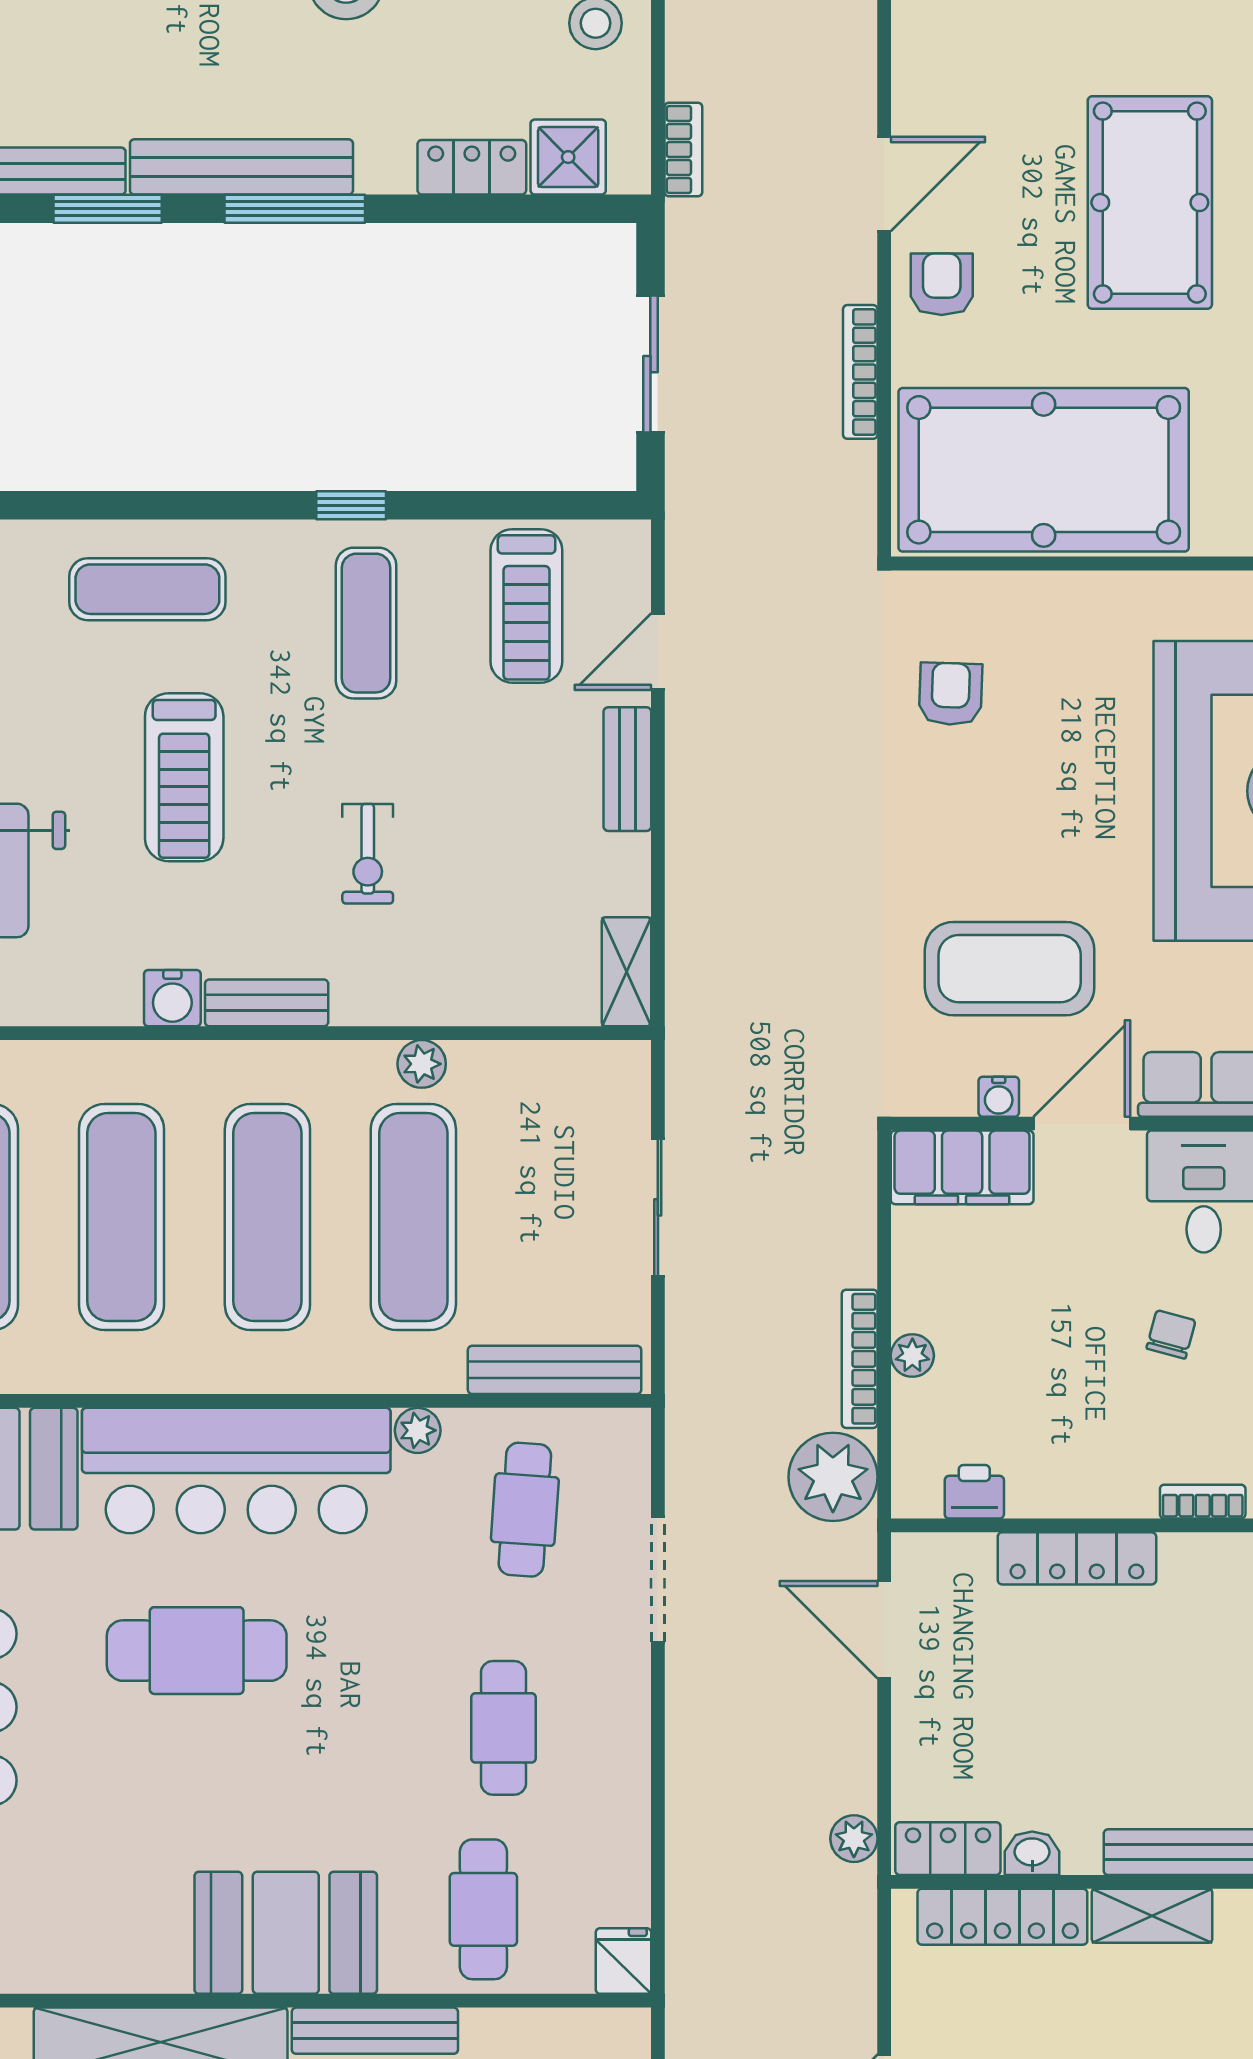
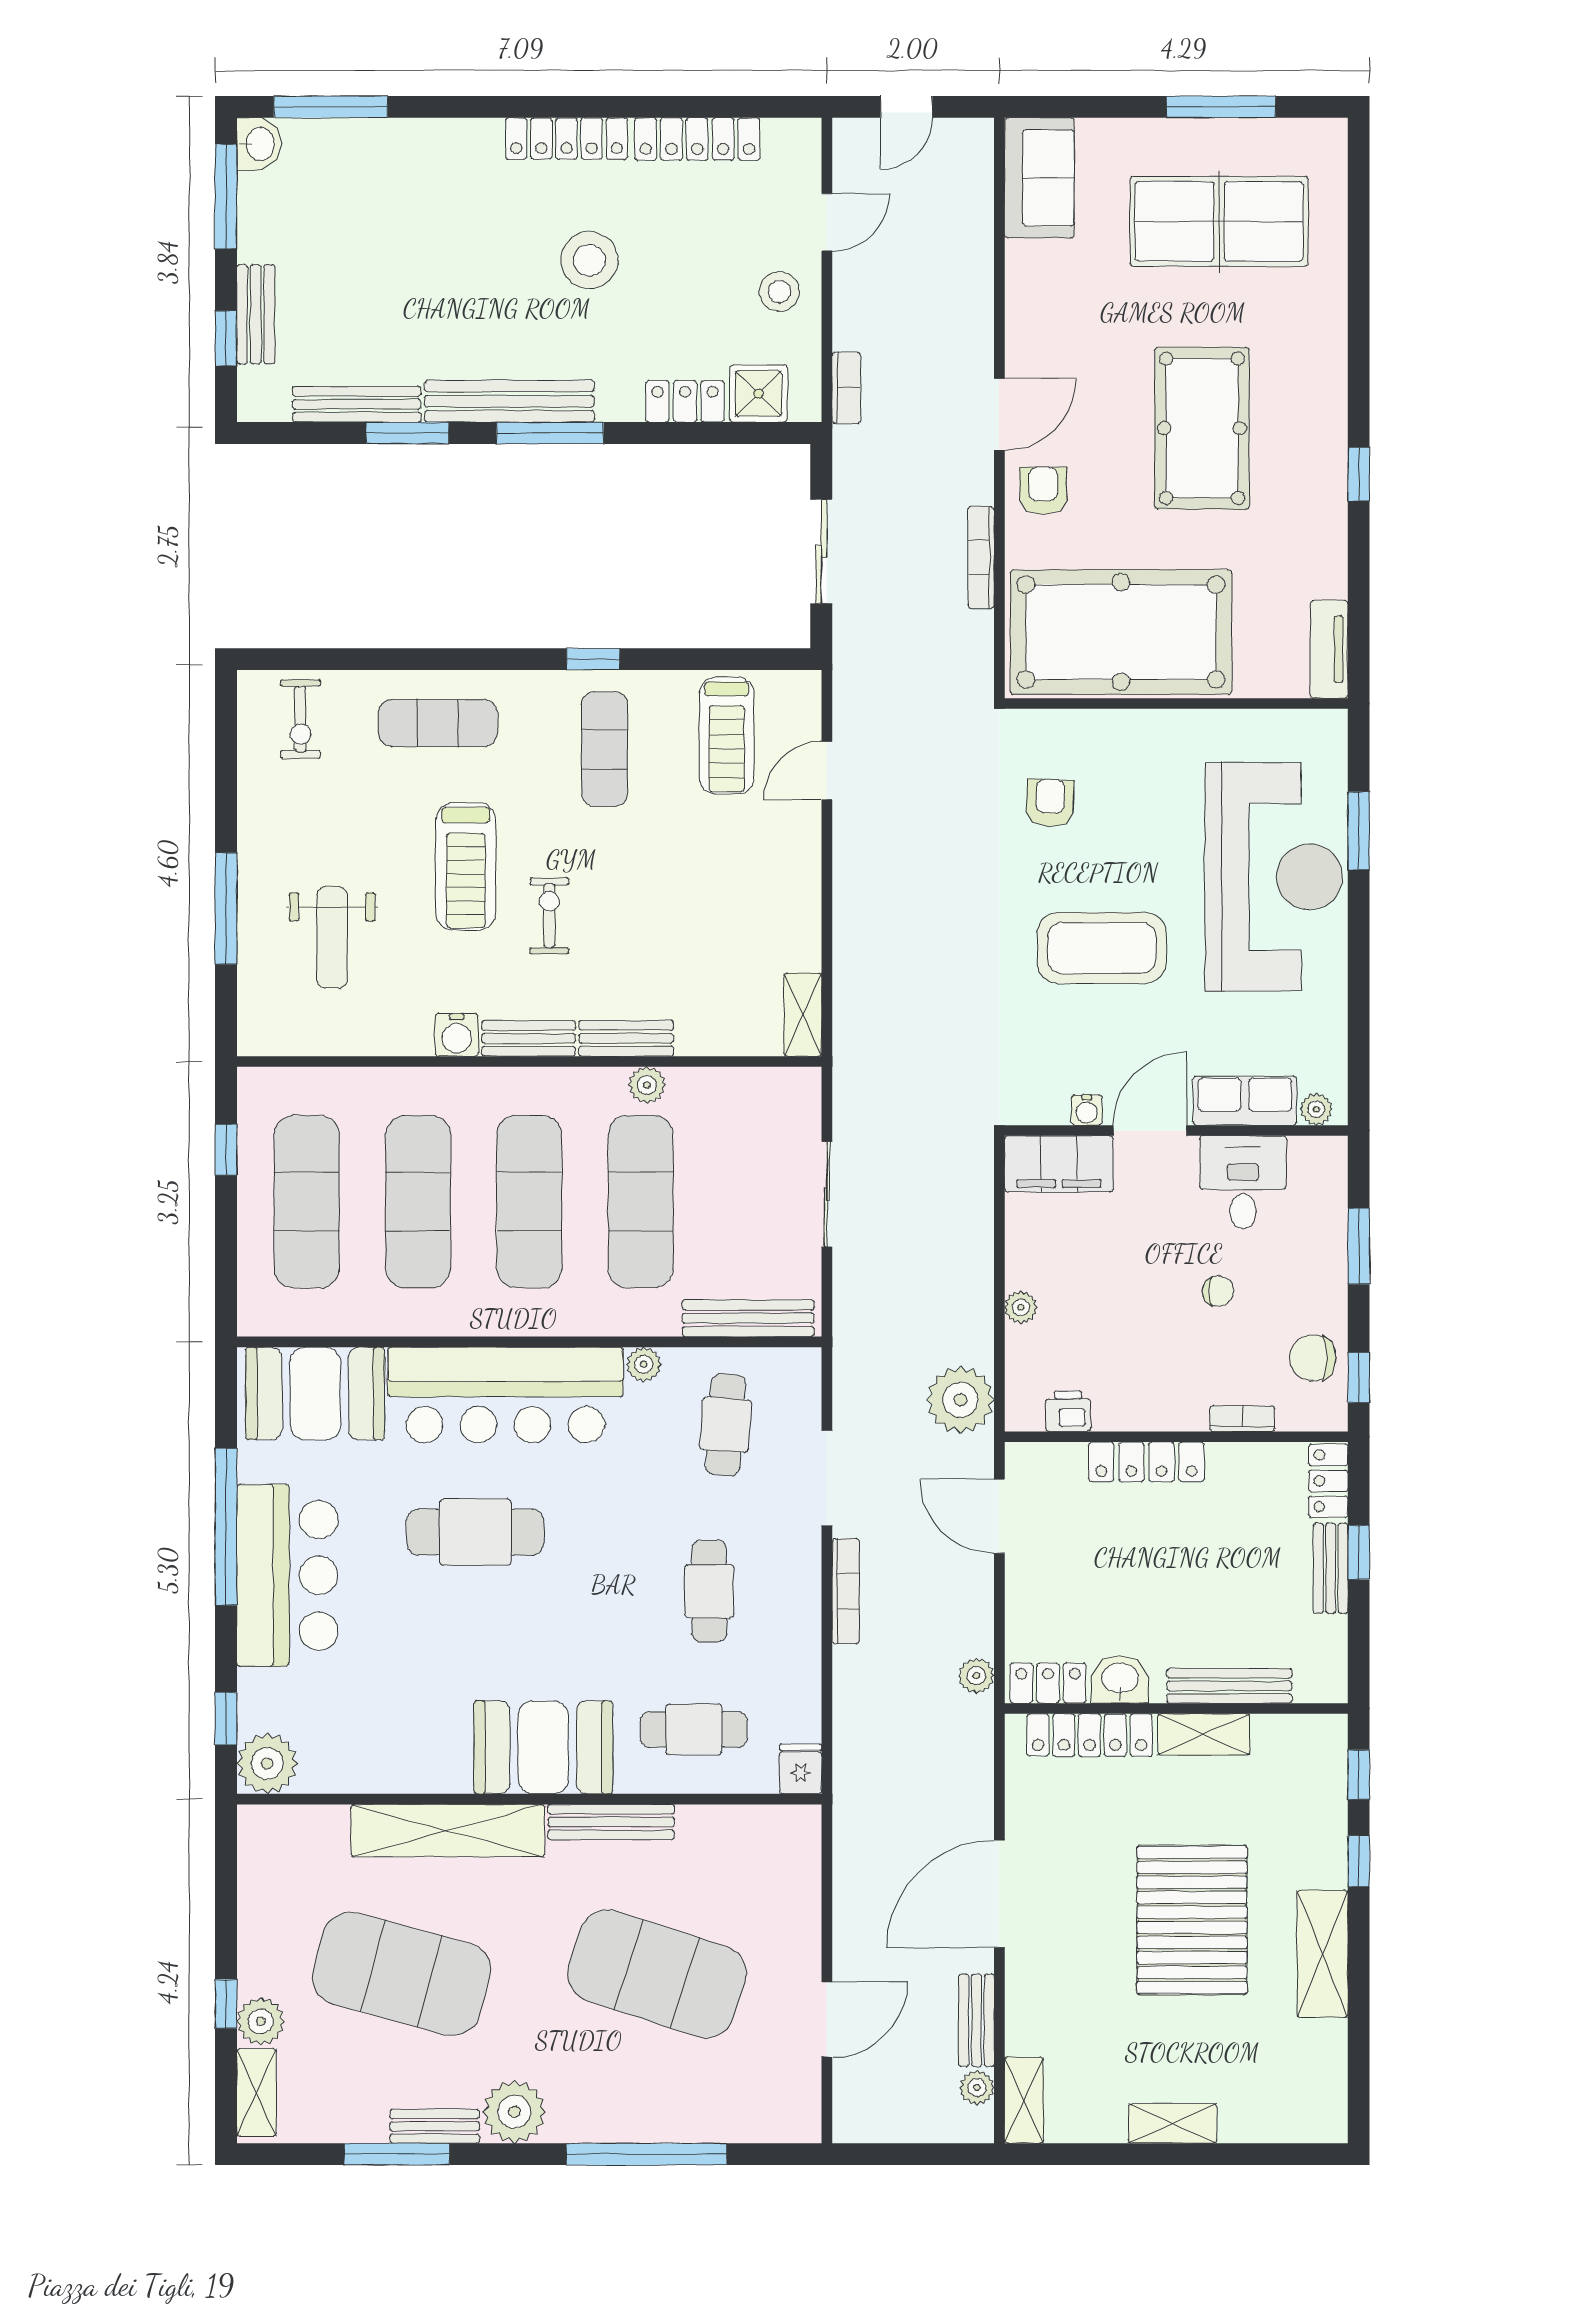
bench: (627, 769) -> (626, 1038), moved, turned 90
exercise bike: (368, 854) -> (549, 916), moved, turned 180
coffee table: (1010, 969) -> (1102, 948), moved
chair: (1171, 1334) -> (1218, 1291), turned 75
bookcase: (860, 1359) -> (846, 1591), moved, turned 180
washbasin: (1032, 1853) -> (1120, 1679), width x1.38, depth x1.45
cafe table: (483, 1909) -> (694, 1729), turned 90

